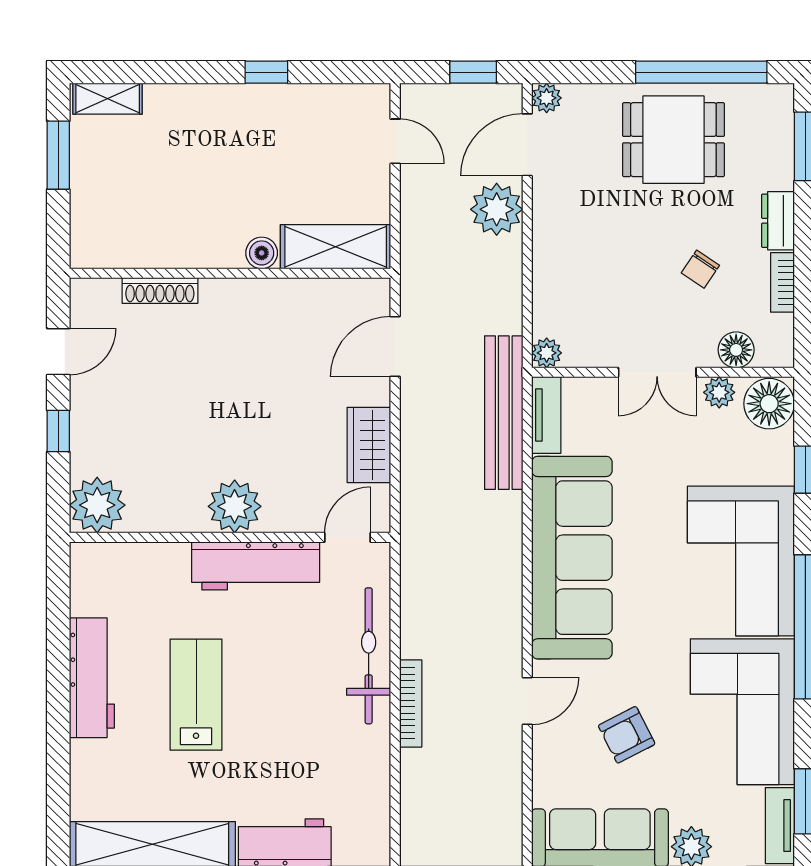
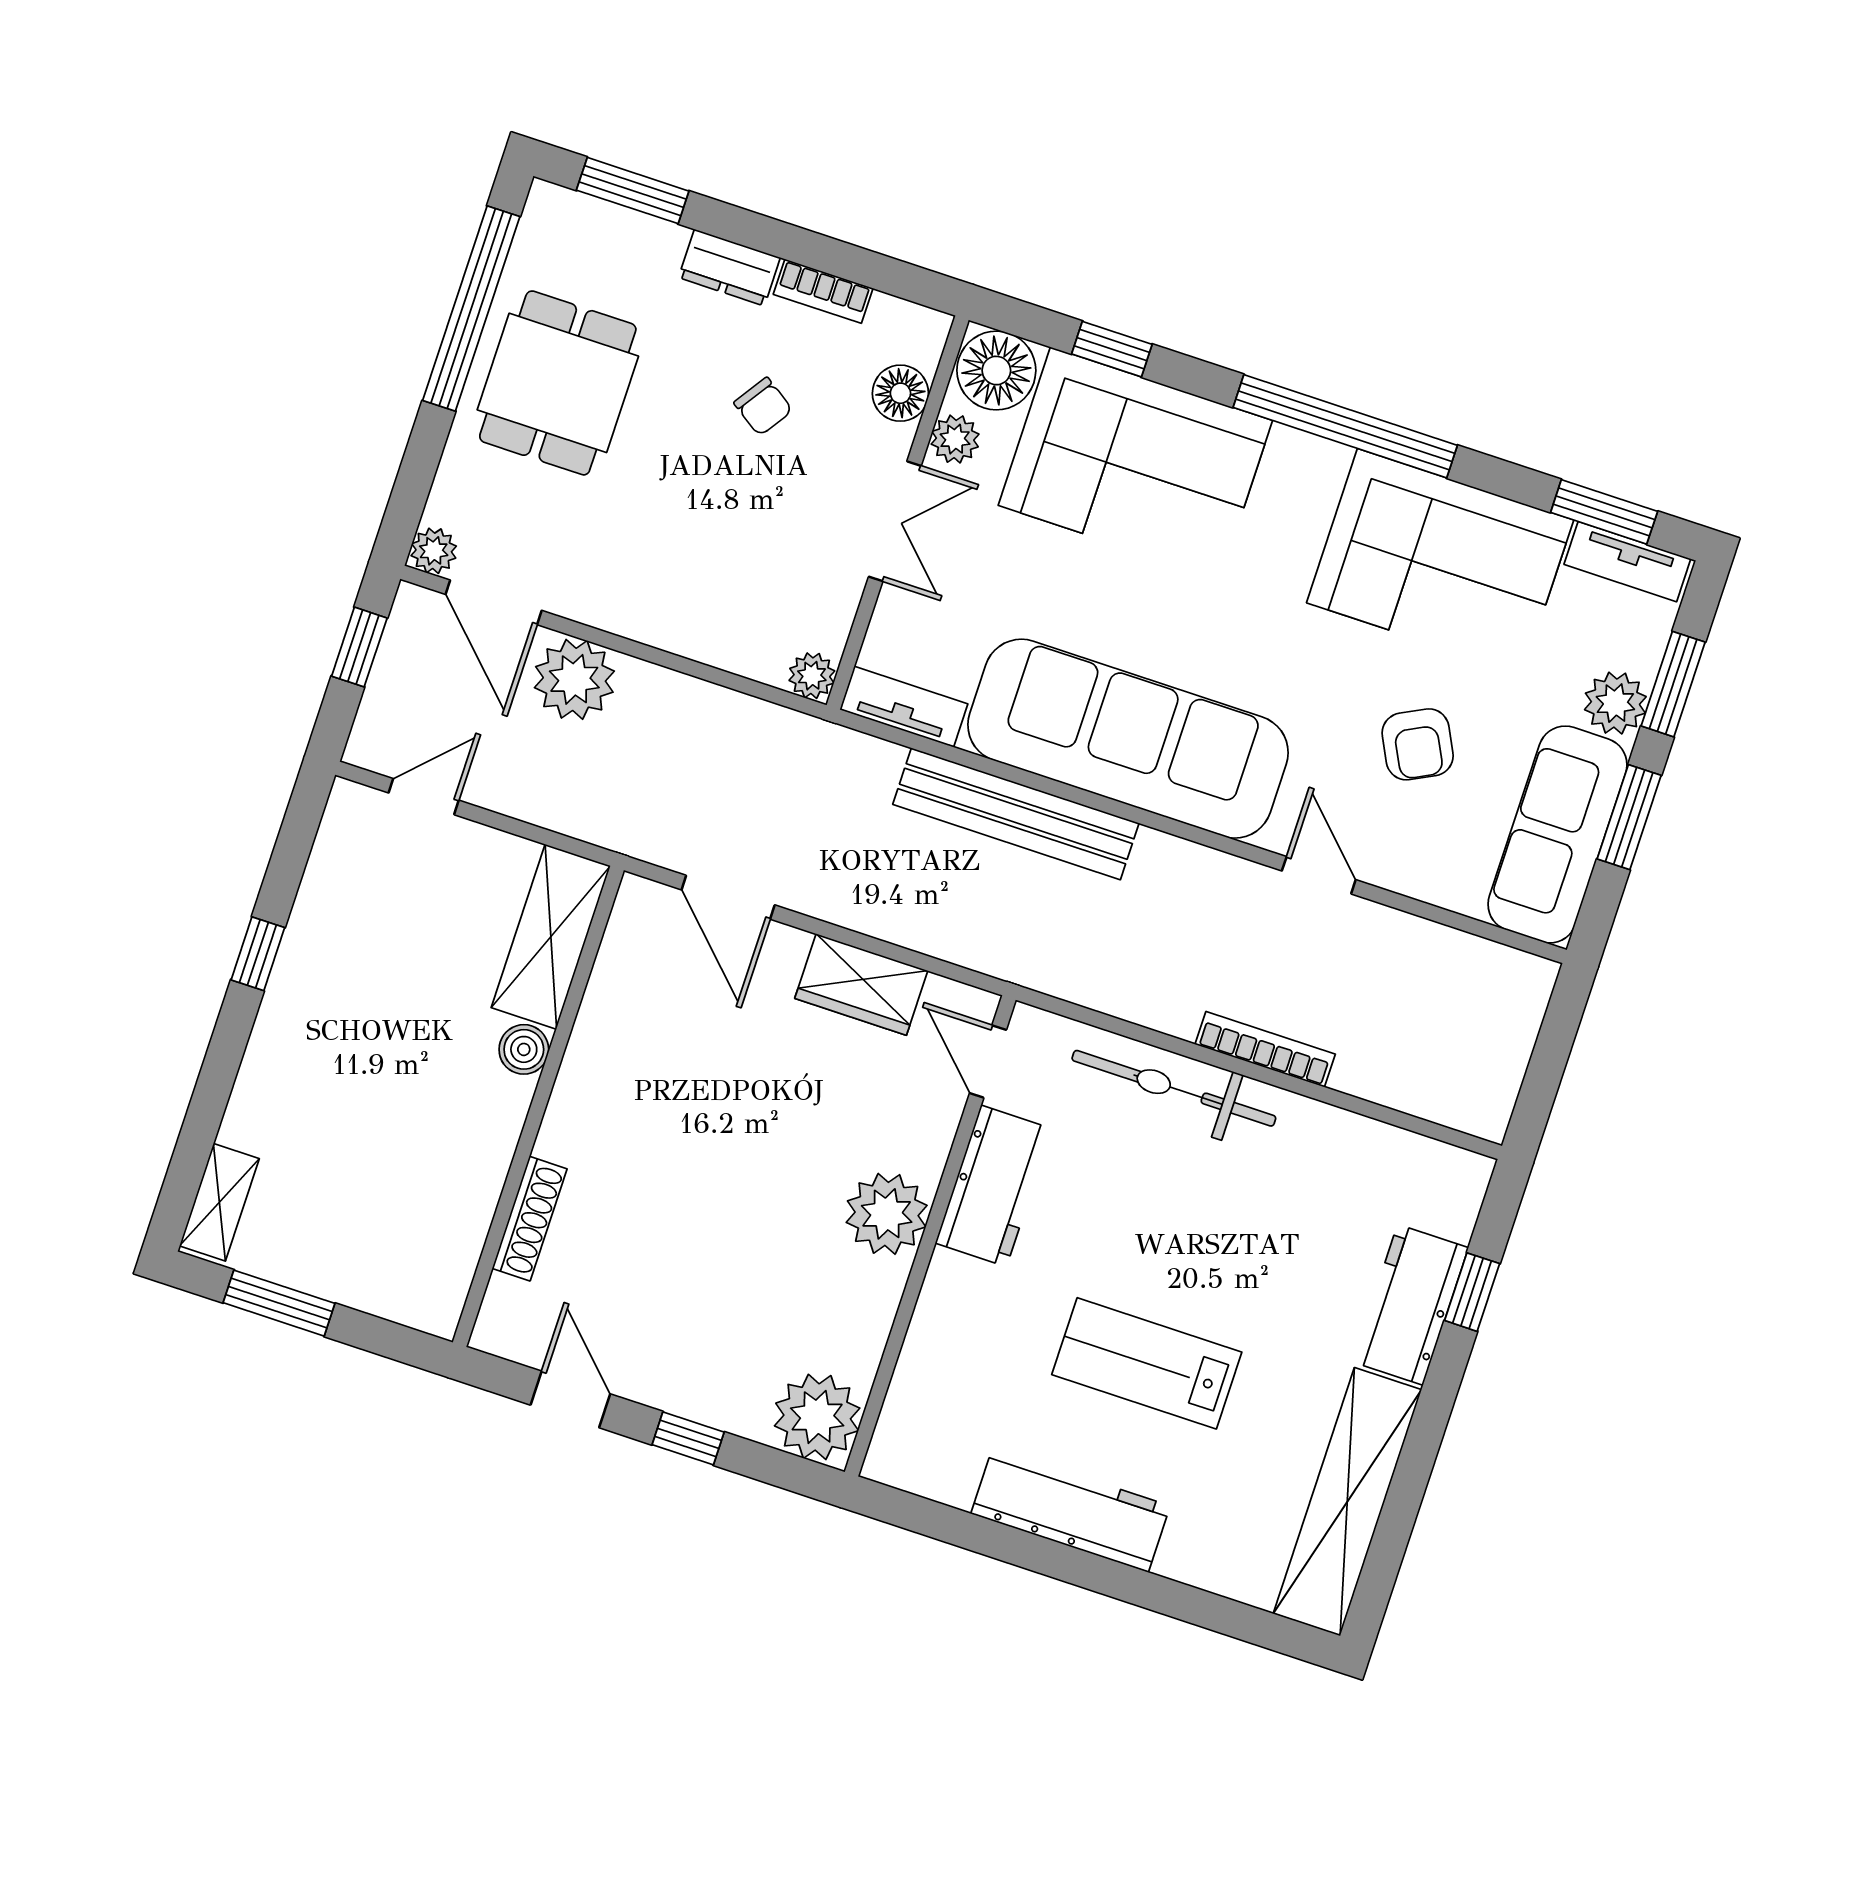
bench: (504, 413) -> (1016, 814), moved
corner sofa: (741, 561) -> (1135, 463), moved
workbench: (256, 566) -> (994, 1186), width x0.73

